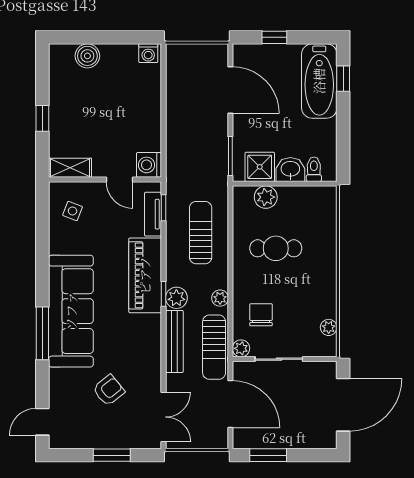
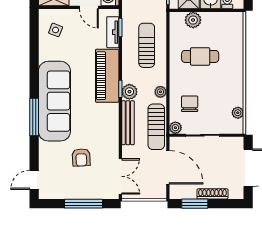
armchair: (109, 390) -> (81, 157), turned 126
shoe rack: (293, 442) -> (212, 194), added
window: (112, 455) -> (83, 204), width x1.44

